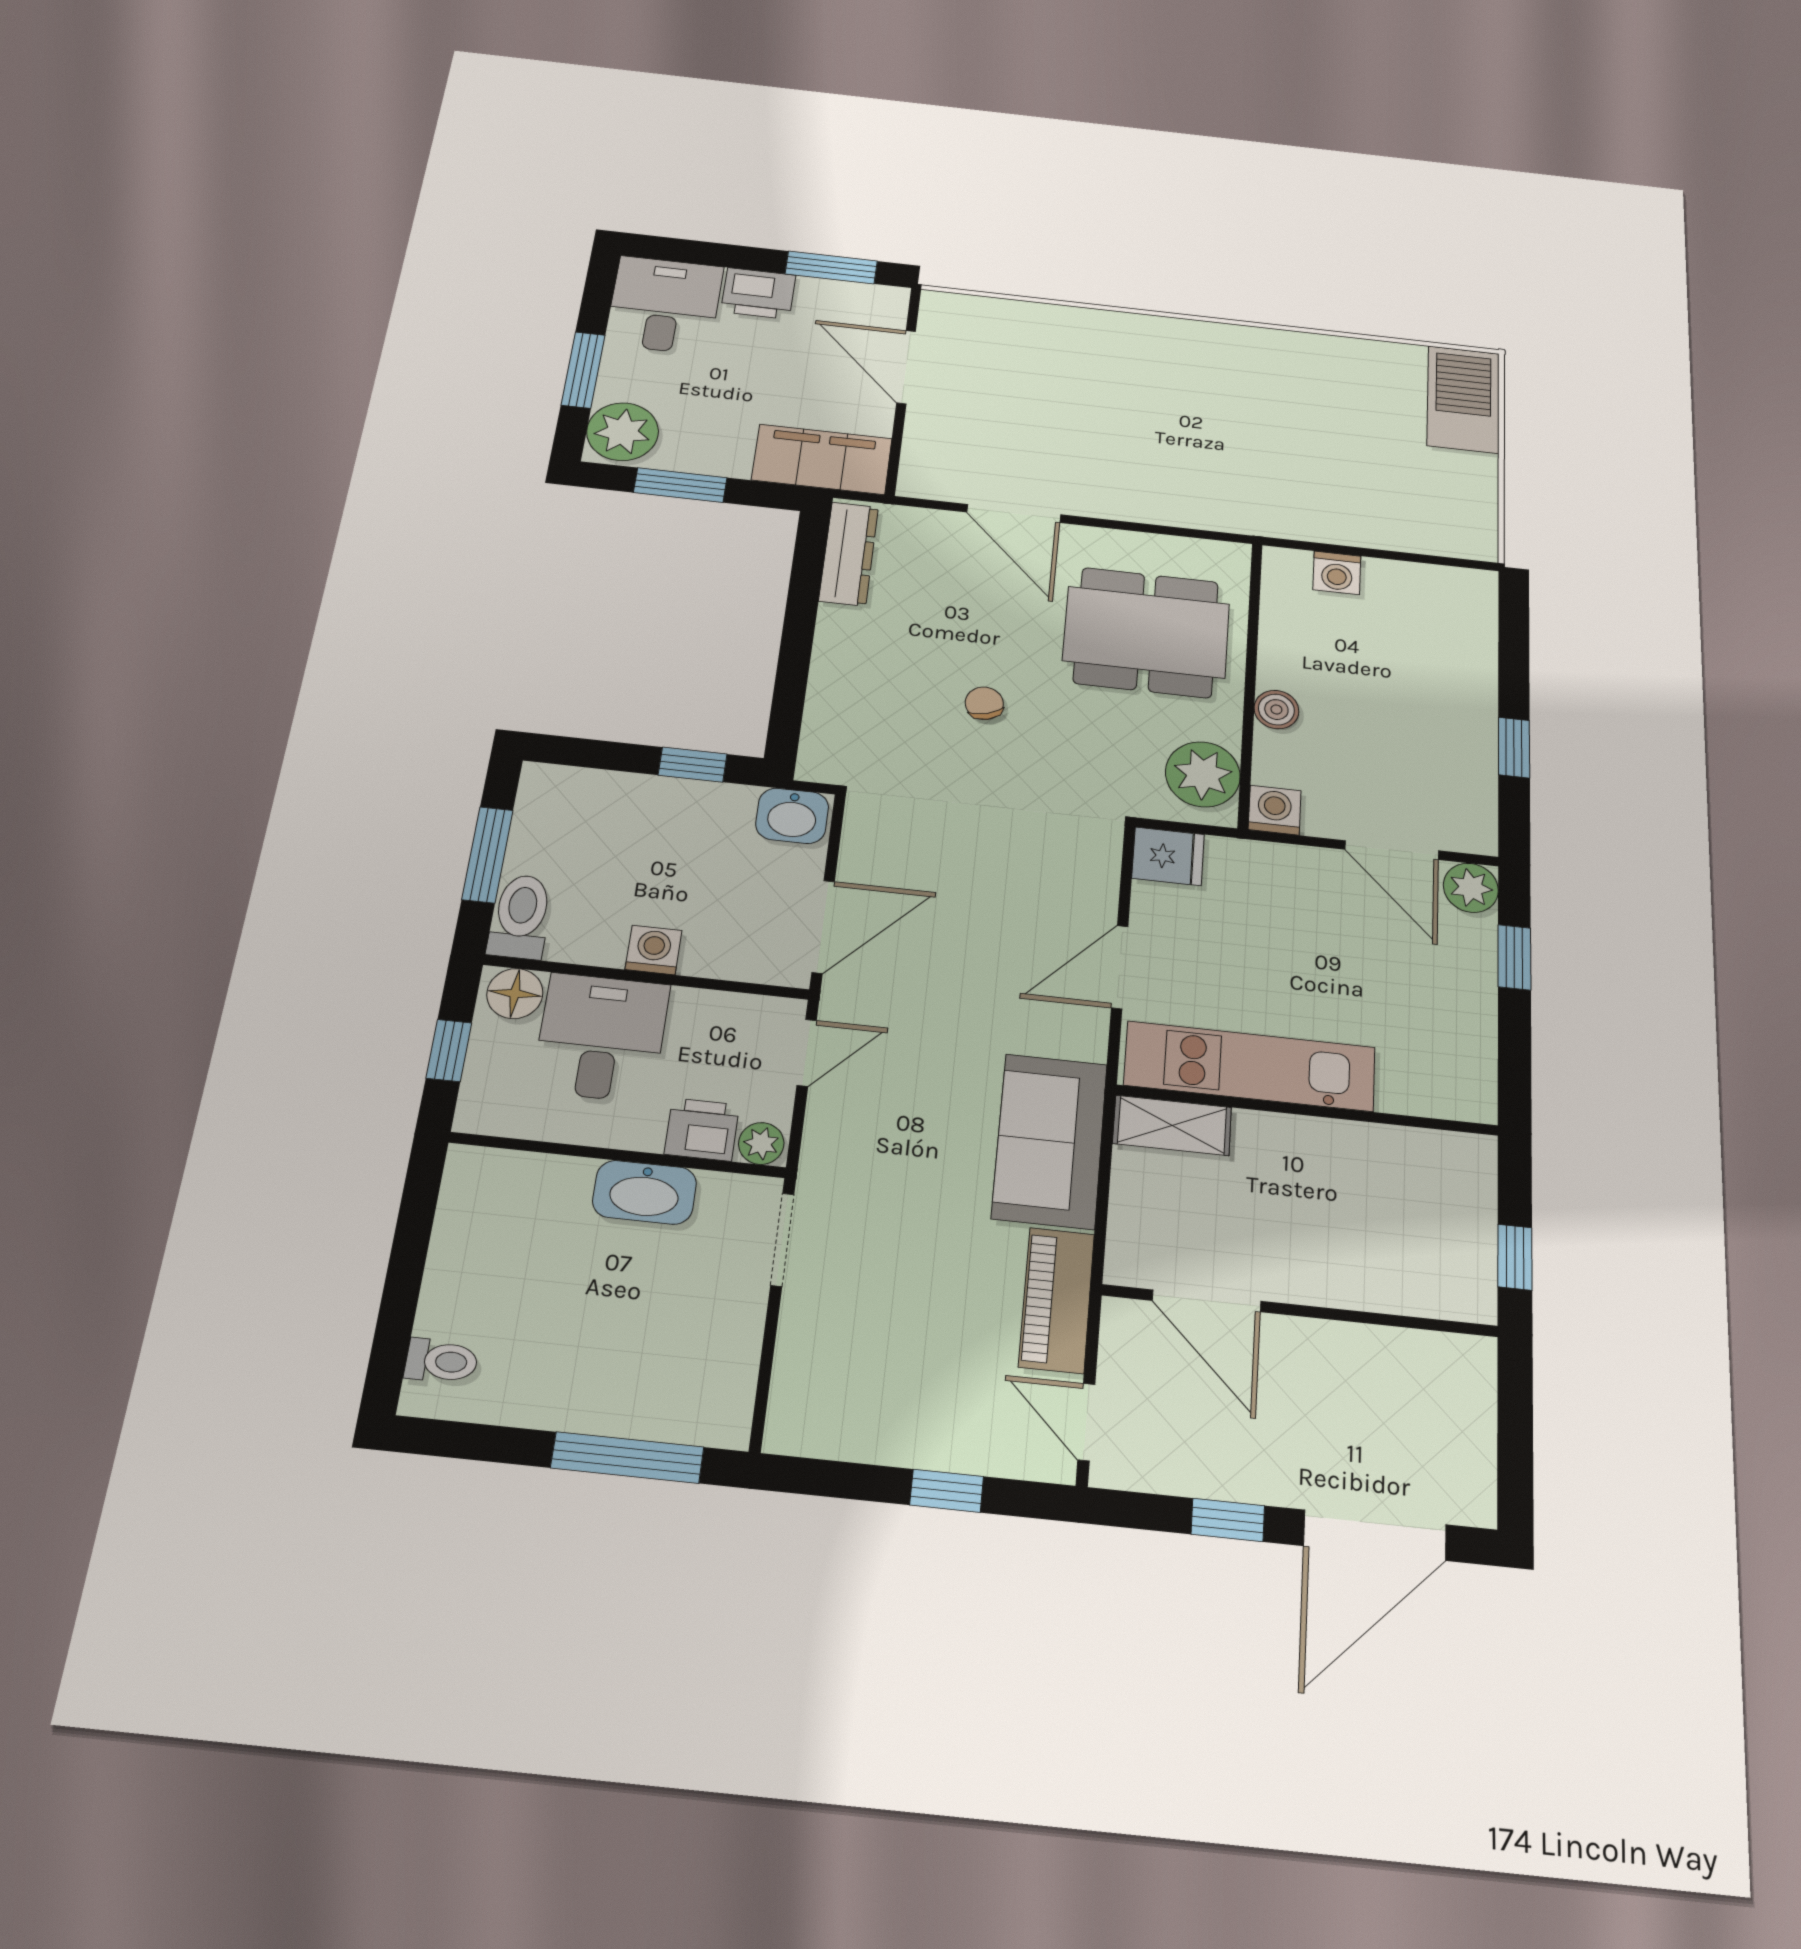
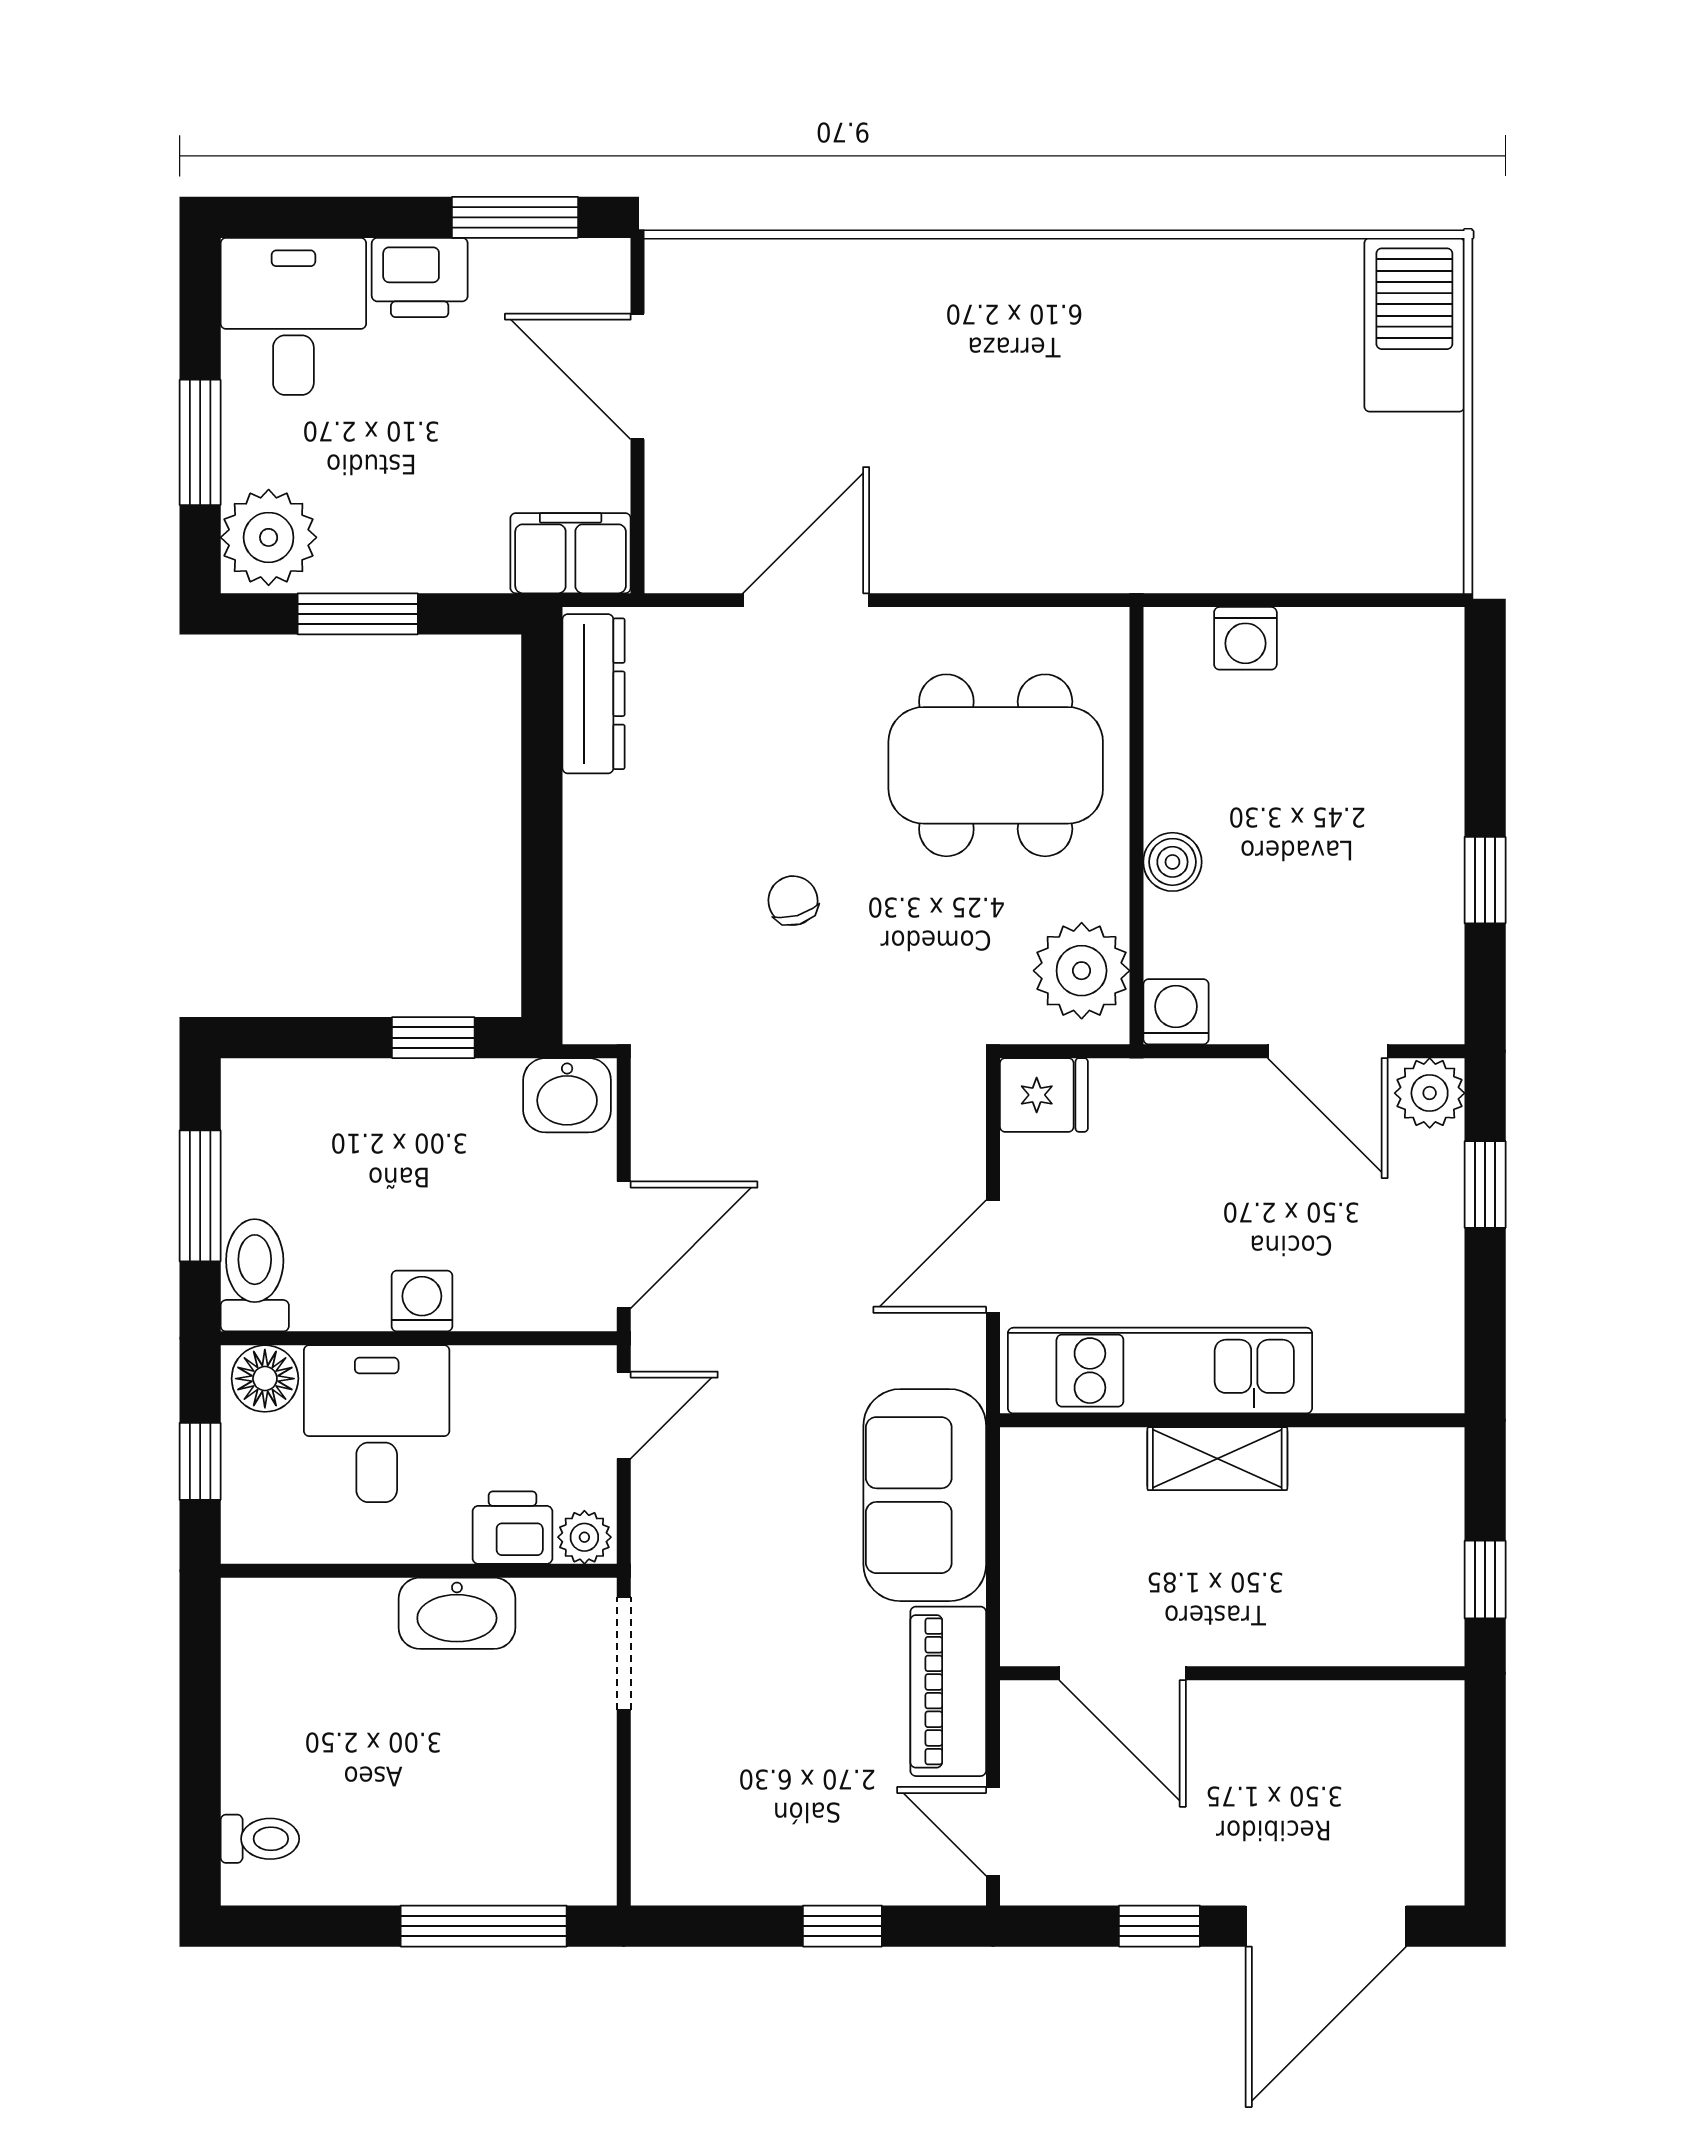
filing cabinet: (822, 459) -> (571, 553), width x0.67, depth x0.86
door: (1014, 513) -> (806, 600), swing flipped
shelving: (1172, 1125) -> (1217, 1459), moved

